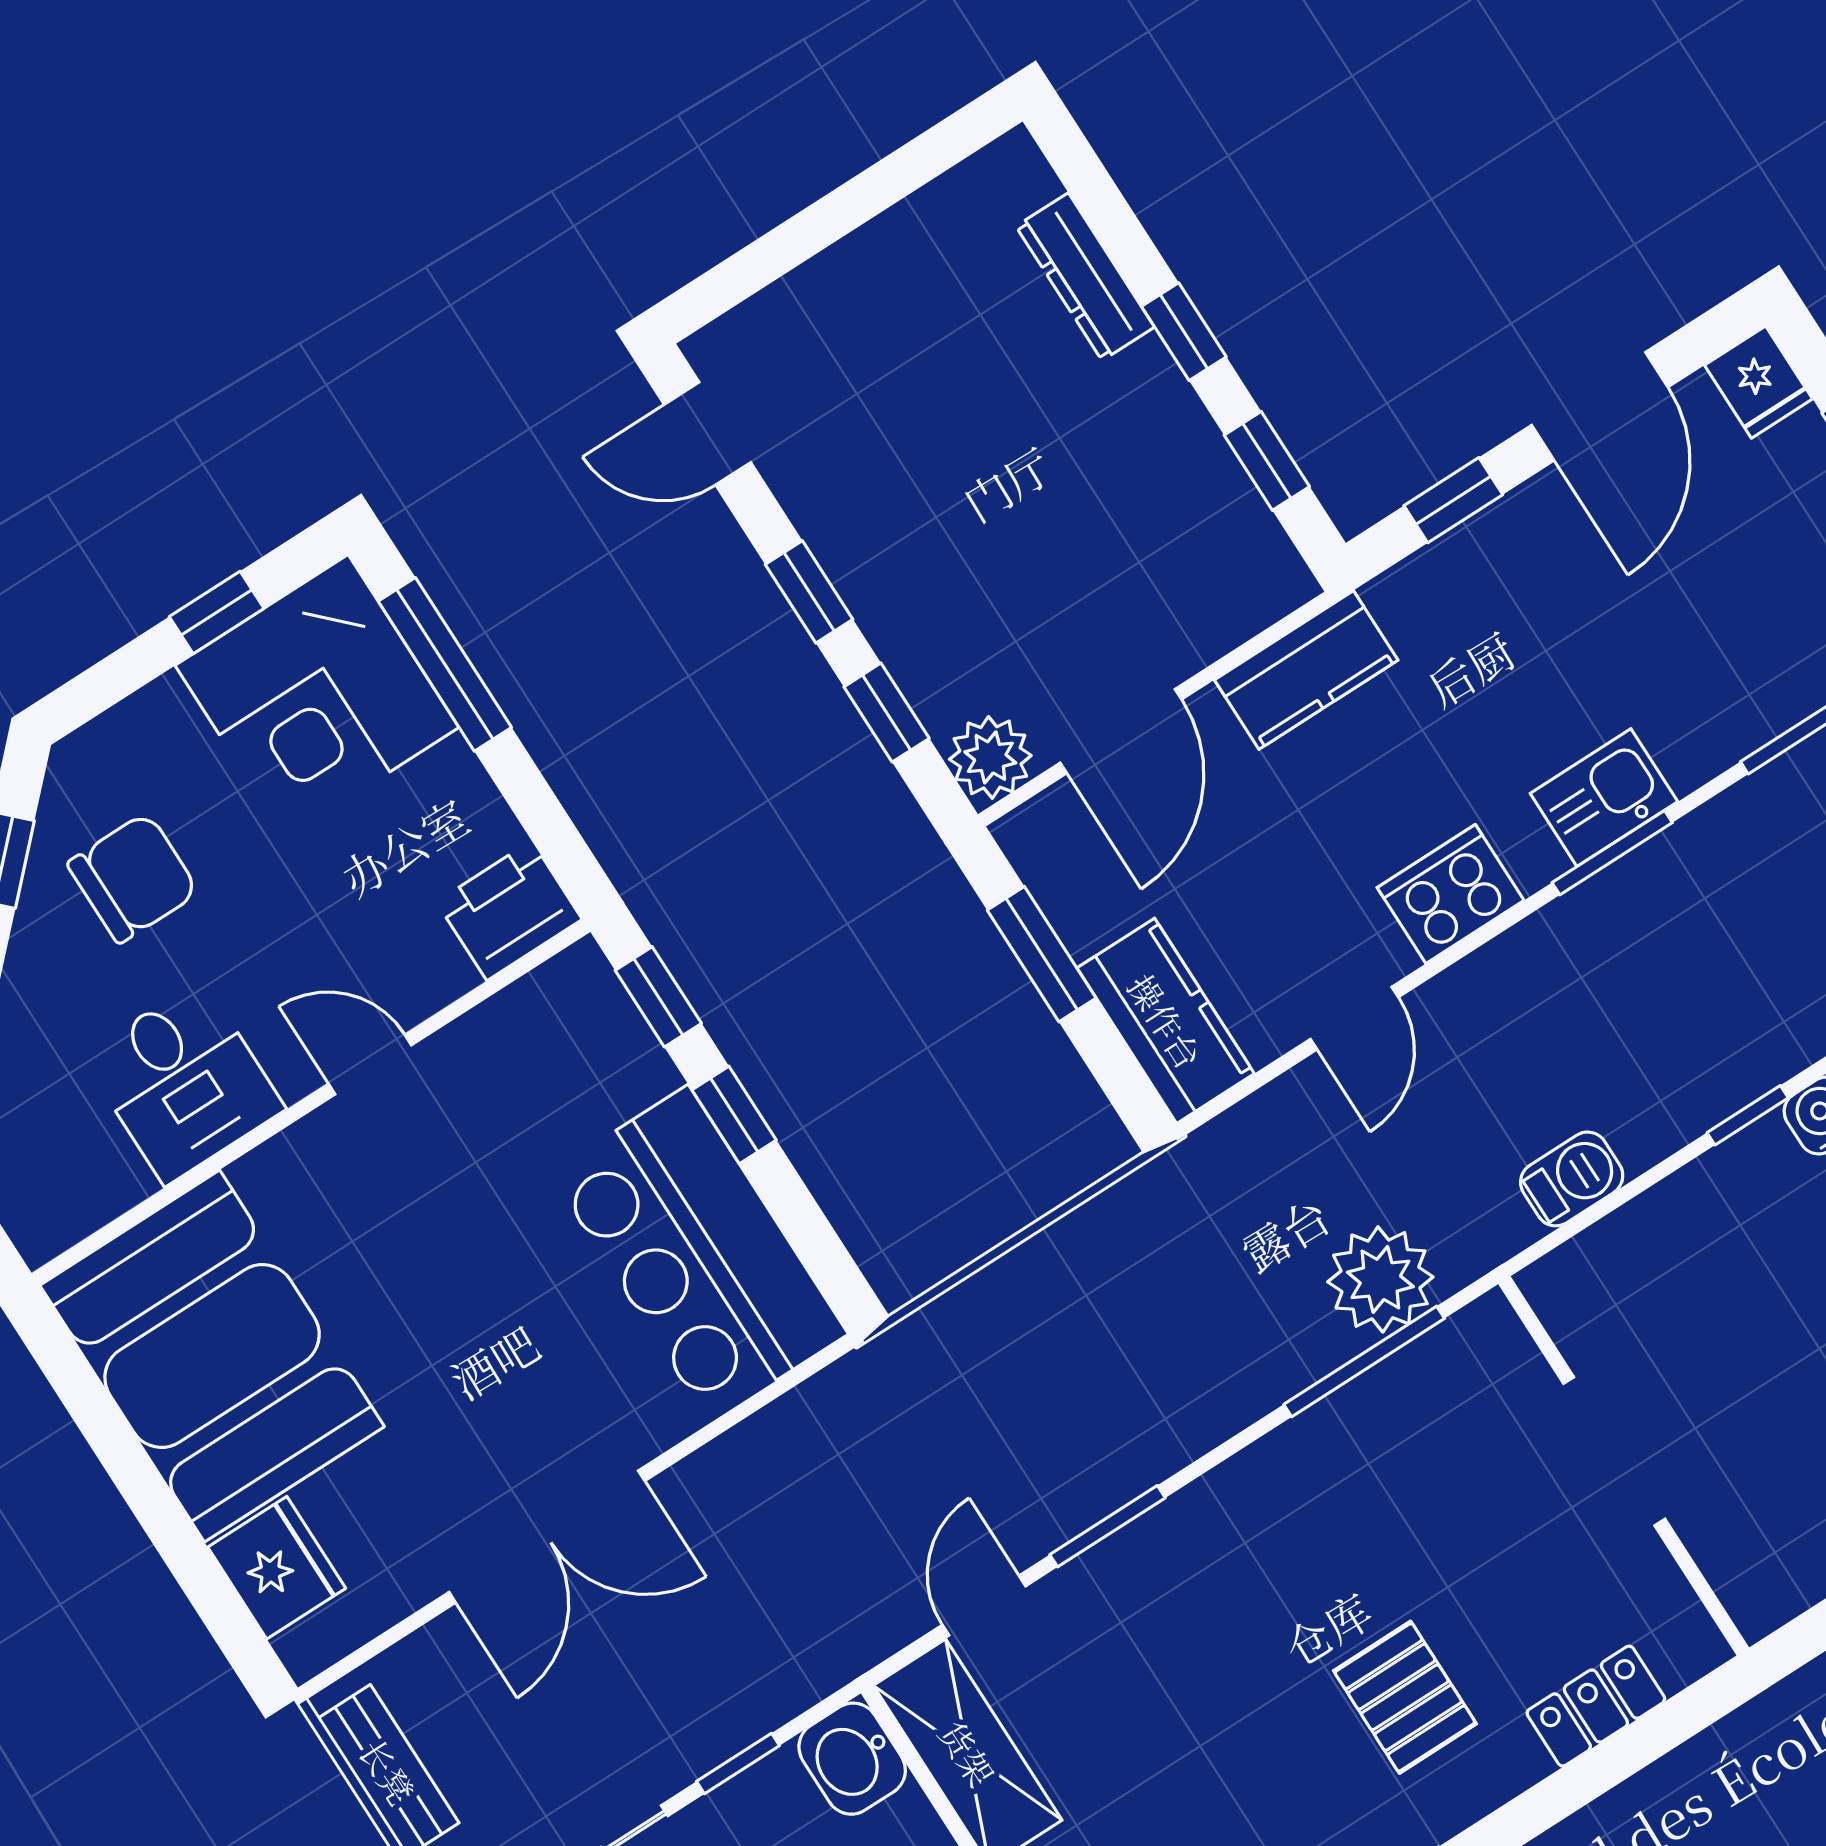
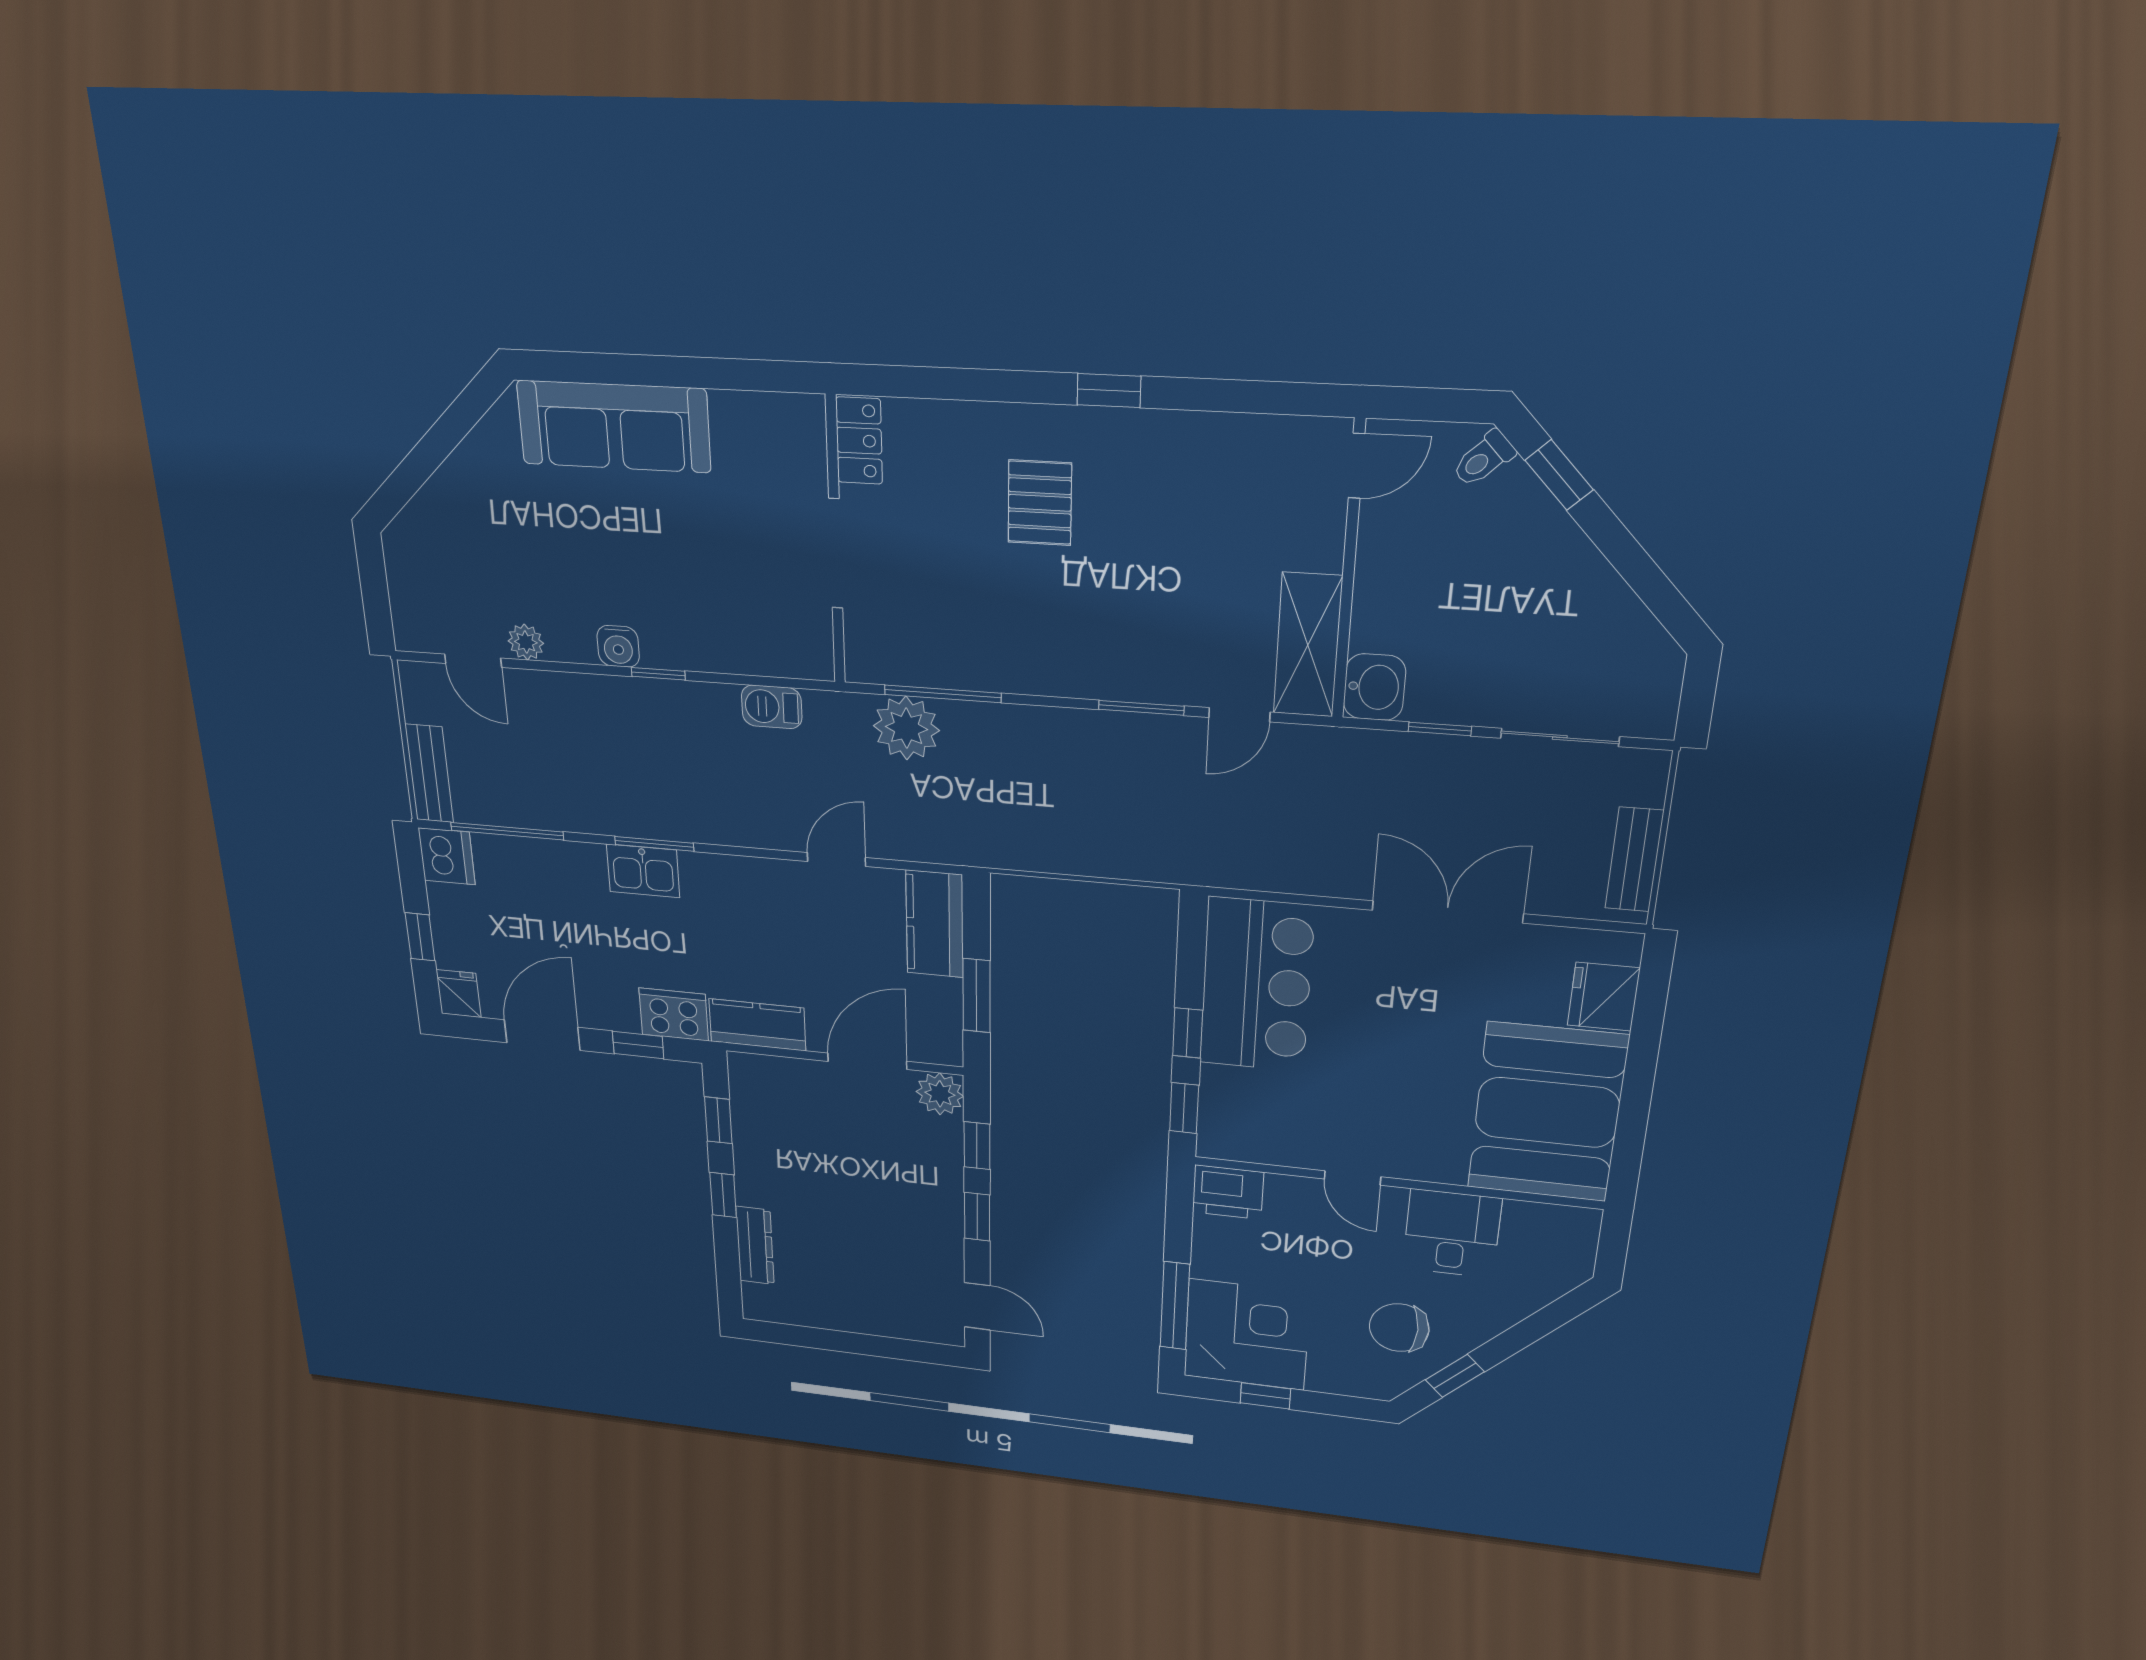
cooker: (1451, 894) -> (674, 1014), moved, turned 180
locker: (1596, 1706) -> (859, 441), moved, turned -90

